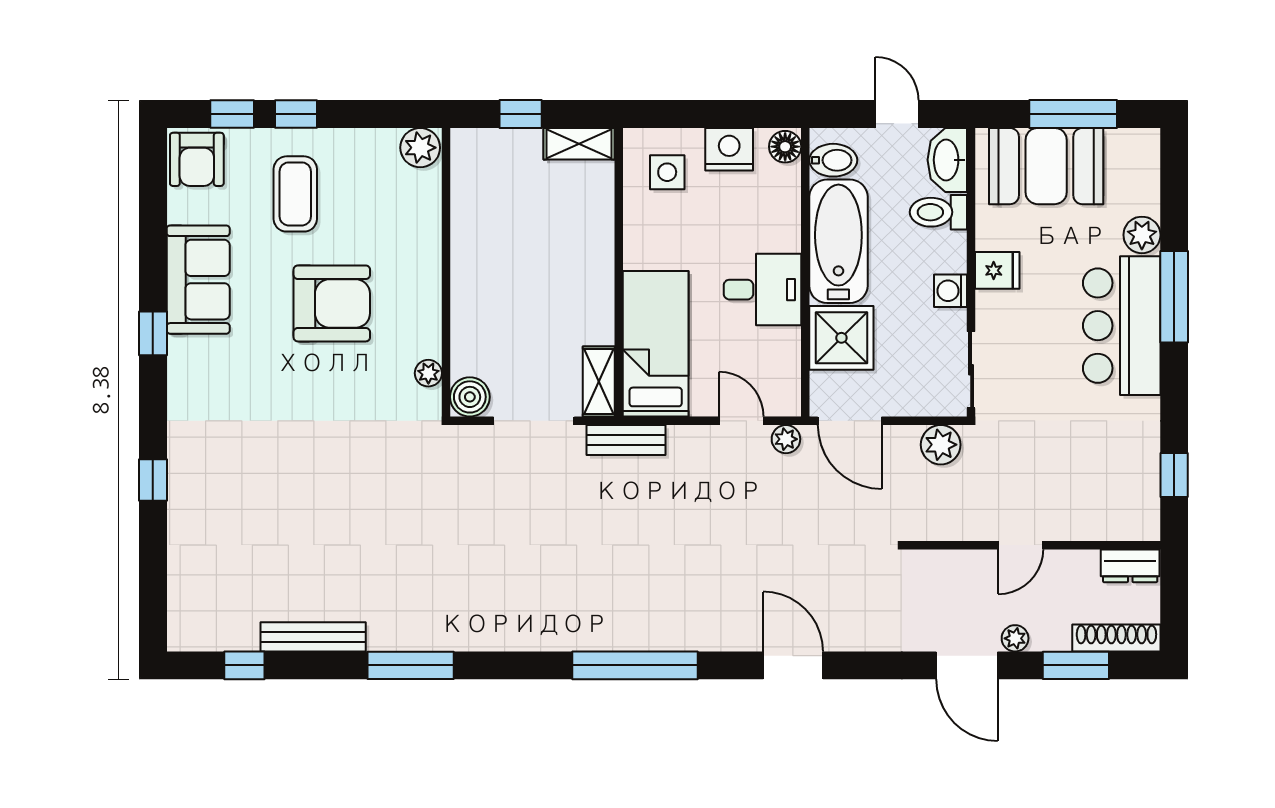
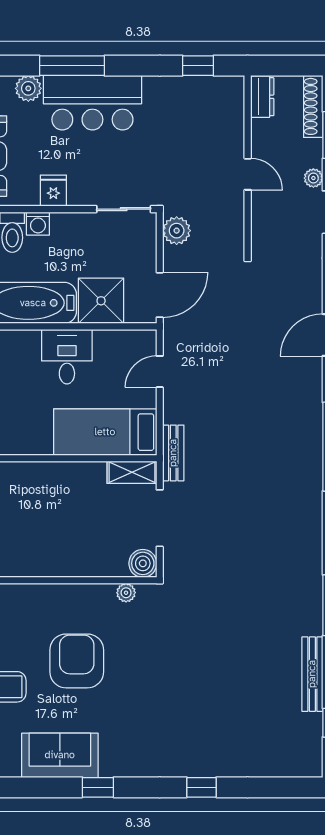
washing machine: (951, 291) -> (38, 224), moved
plant: (786, 439) -> (173, 340), removed

